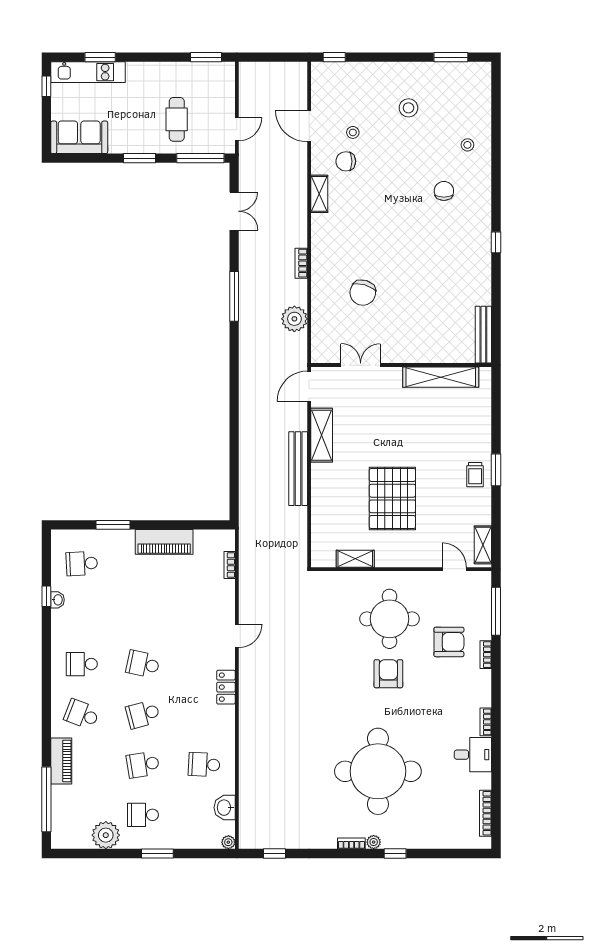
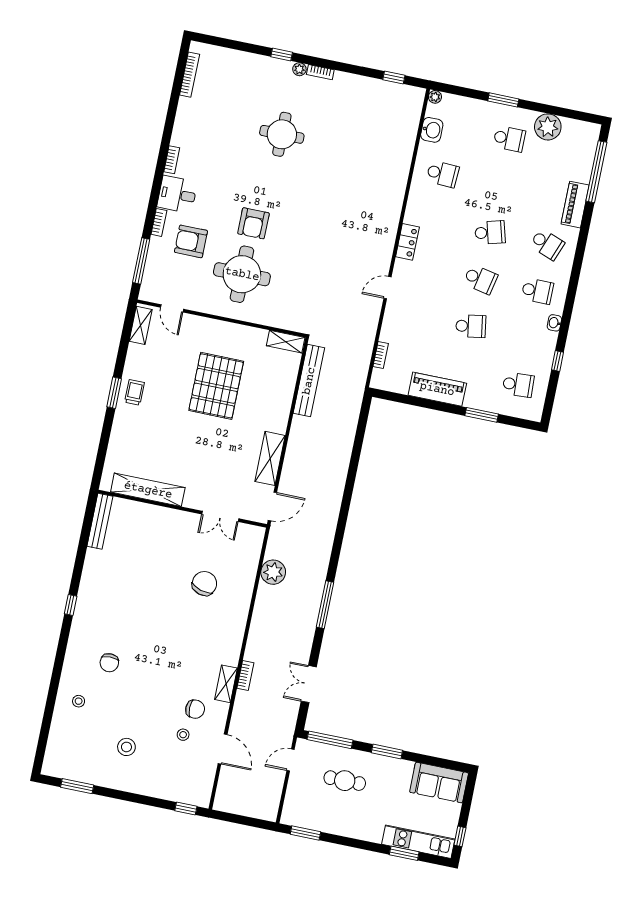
cafe table: (177, 119) -> (345, 781), turned 90
bookcase: (301, 263) -> (245, 675), moved
bench: (298, 469) -> (309, 381), moved
shelving: (355, 559) -> (286, 342), moved
washbasin: (58, 600) -> (554, 323), moved
desk: (473, 755) -> (177, 194), moved
school desk: (143, 765) -> (471, 326), moved
round table: (378, 771) -> (282, 134), width x0.54, depth x0.54

